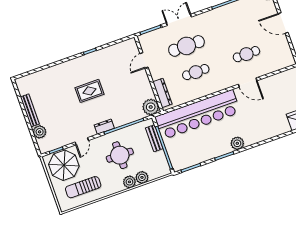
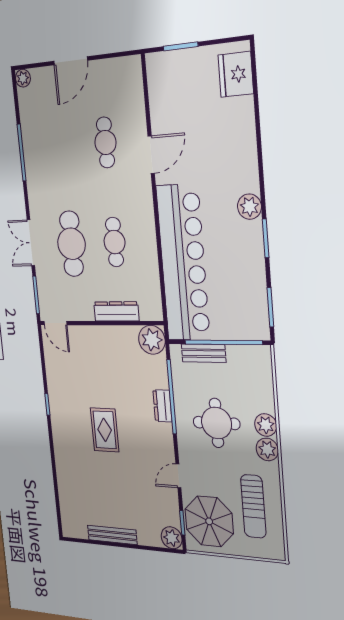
door: (144, 60) -> (55, 323), moved
dresser: (162, 93) -> (116, 311), moved
dresser: (104, 127) -> (162, 406), moved
plant: (40, 132) -> (172, 538), moved
door: (82, 141) -> (178, 476), swing flipped
plant: (142, 177) -> (267, 449), moved

